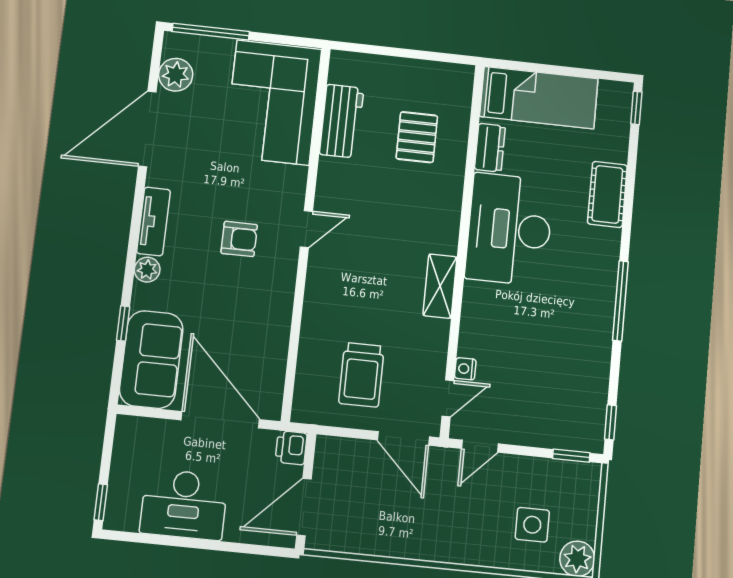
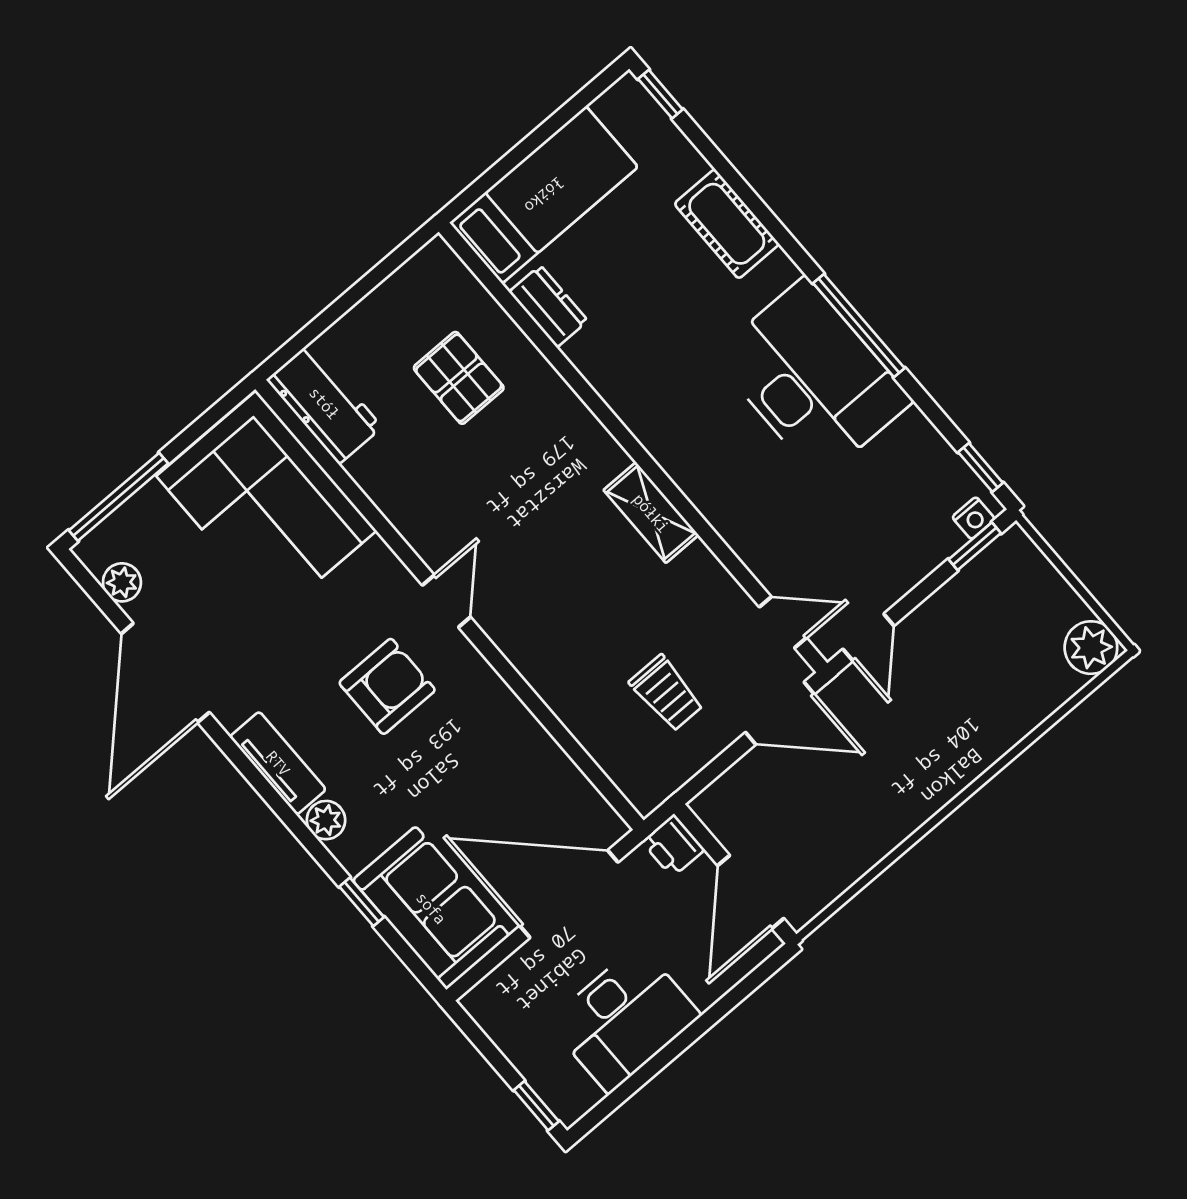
plant: (176, 75) -> (122, 582), width x0.73, depth x0.73
workbench: (342, 121) -> (324, 403), moved
desk: (509, 229) -> (813, 378), moved, turned 180
armchair: (239, 239) -> (387, 686), width x1.38, depth x1.38
nightstand: (465, 369) -> (974, 518), moved, turned -90
trolley: (361, 375) -> (667, 693), width x0.73, depth x0.72
door: (448, 398) -> (783, 622), hinge flipped
side table: (532, 525) -> (1008, 662), removed

